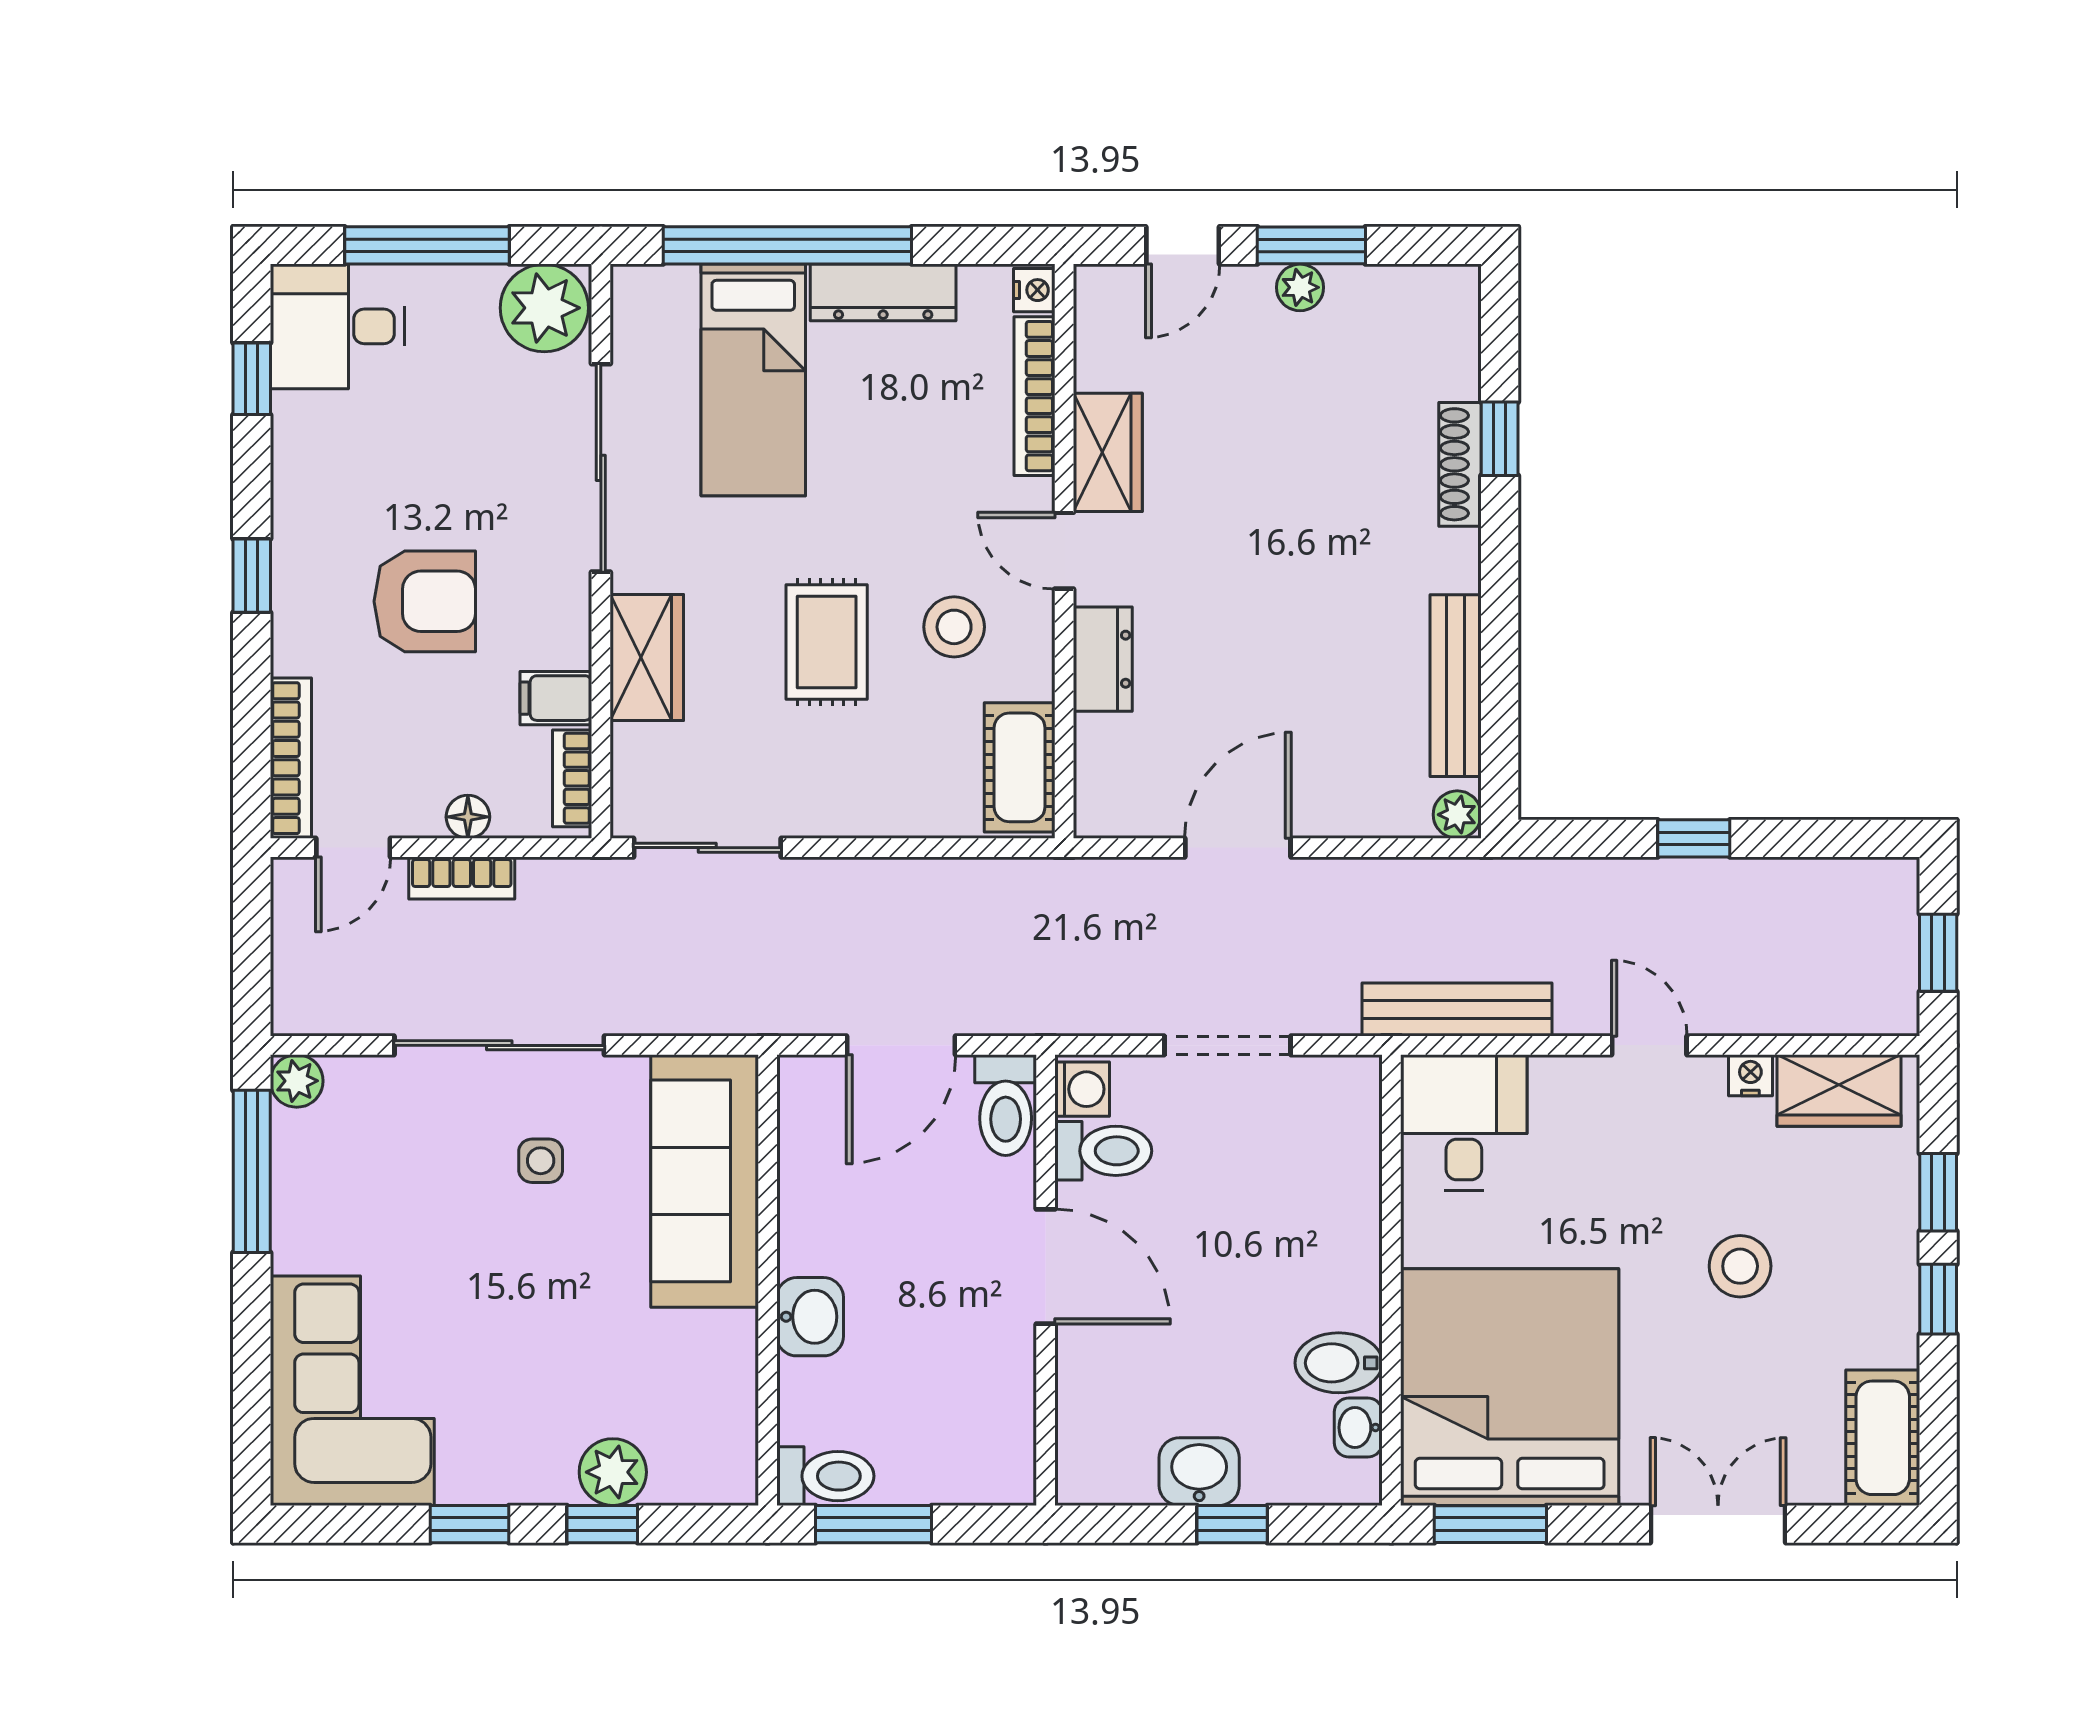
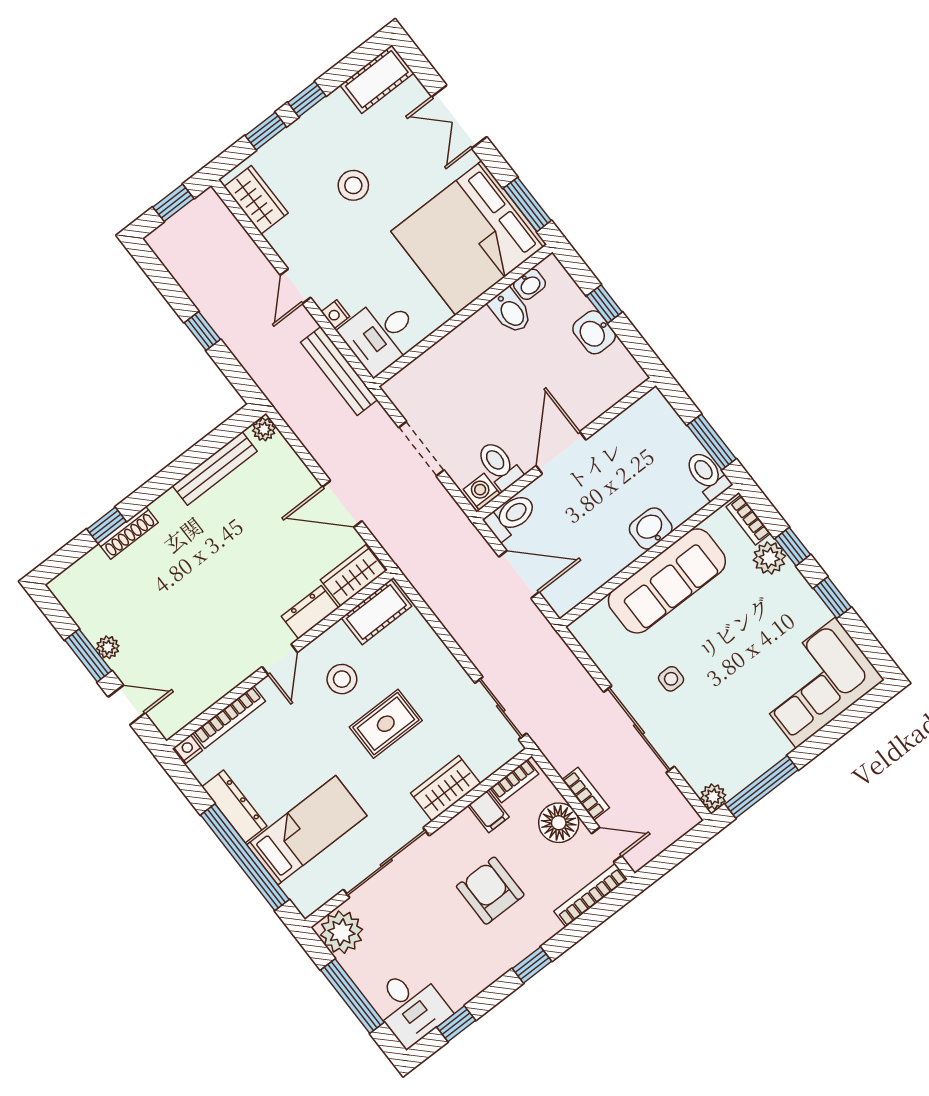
wardrobe: (1108, 452) -> (353, 575), moved
floor lamp: (468, 817) -> (559, 823), width x1.89, depth x1.89
nightstand: (1750, 1075) -> (335, 314), moved
sofa: (705, 1181) -> (667, 581), moved
bookcase: (701, 1486) -> (748, 520), added

